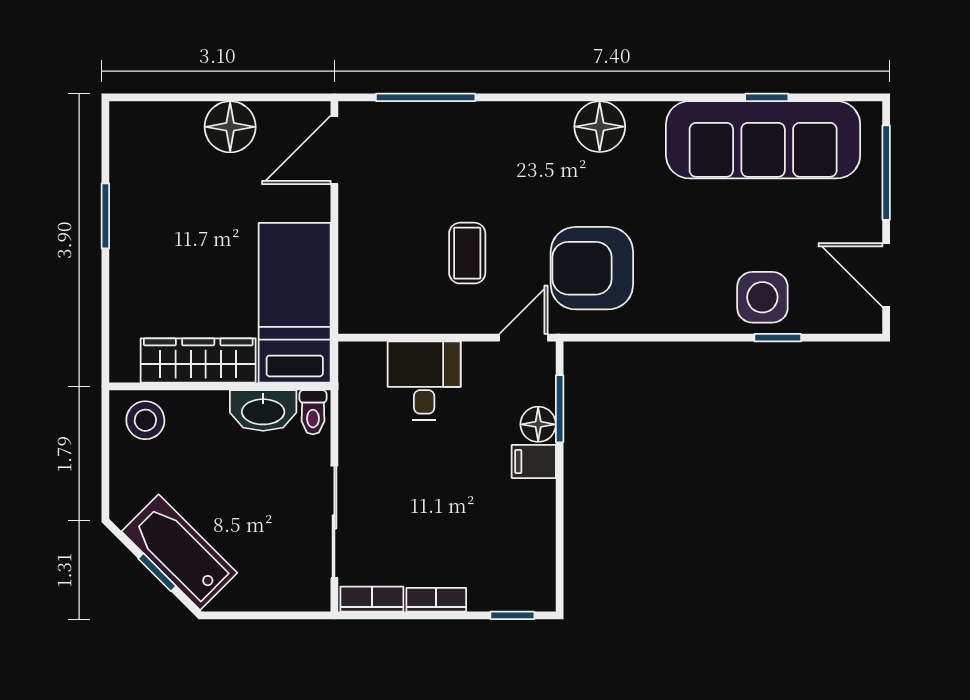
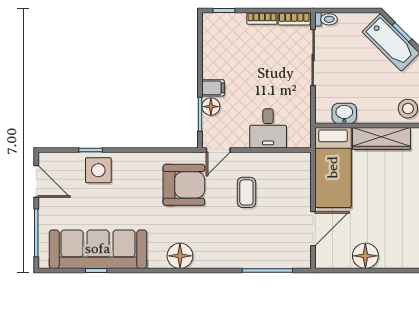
door: (334, 150) -> (313, 229), moved
washbasin: (263, 411) -> (344, 113), width x0.72
toilet: (313, 412) -> (326, 19), moved, turned 90

